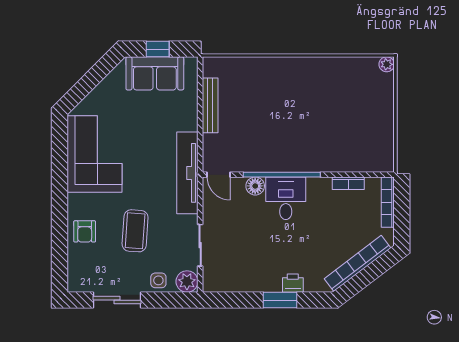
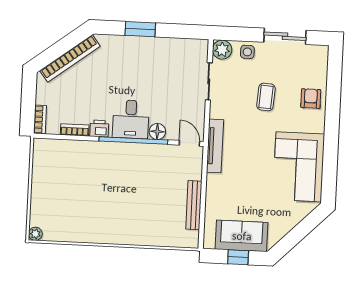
tv unit: (187, 173) -> (215, 146), width x0.73, depth x0.78
bookcase: (388, 202) -> (40, 119), width x0.64
coffee table: (135, 231) -> (266, 97), width x0.73, depth x0.77
printer: (293, 283) -> (99, 129), moved, turned 180

